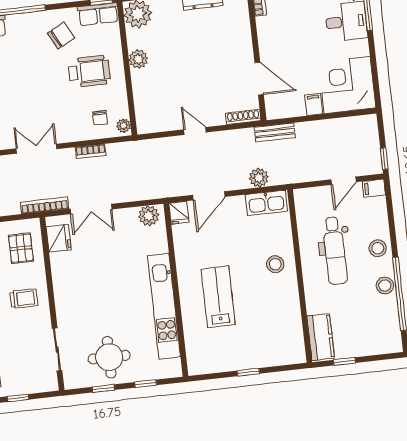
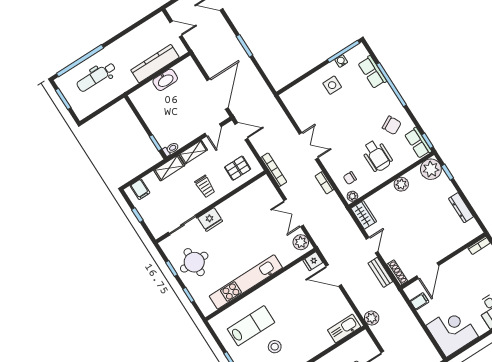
filing cabinet: (314, 104) -> (419, 301), moved
wardrobe: (153, 123) -> (364, 215), added
bench: (275, 132) -> (380, 272), moved
plant: (259, 178) -> (372, 318), moved
kitchen sink: (266, 203) -> (344, 328), moved, turned 90
double door: (91, 209) -> (294, 213), moved
fridge: (59, 238) -> (210, 220), moved
stool: (275, 264) -> (275, 347), moved
lab bench: (218, 297) -> (251, 326), moved

